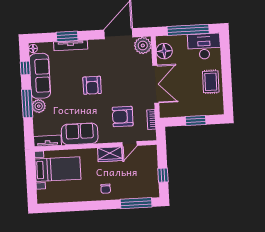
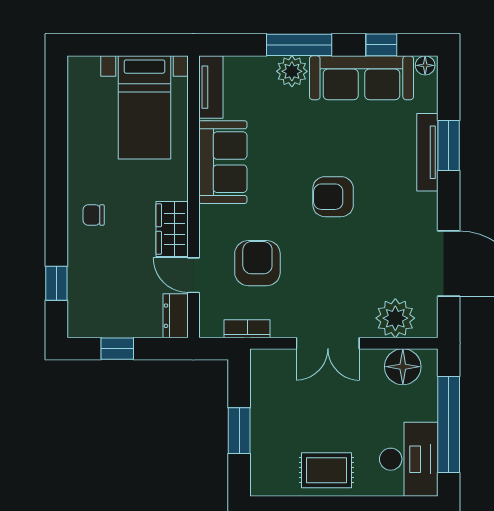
plant: (143, 45) -> (395, 318), moved
double door: (156, 84) -> (328, 343), width x0.73
dresser: (147, 151) -> (176, 316), added
window: (136, 203) -> (56, 283), width x0.46

